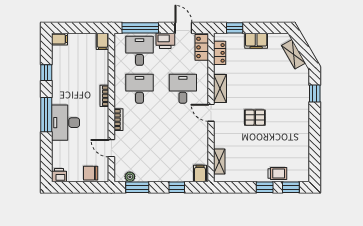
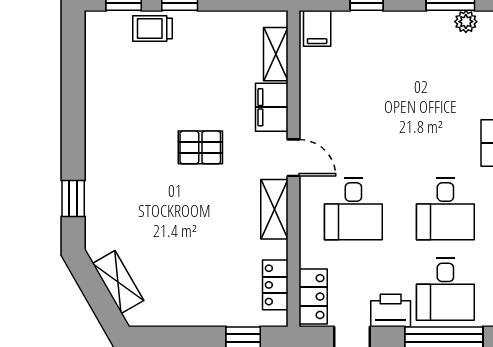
filing cabinet: (256, 41) -> (272, 107), moved, turned -90

